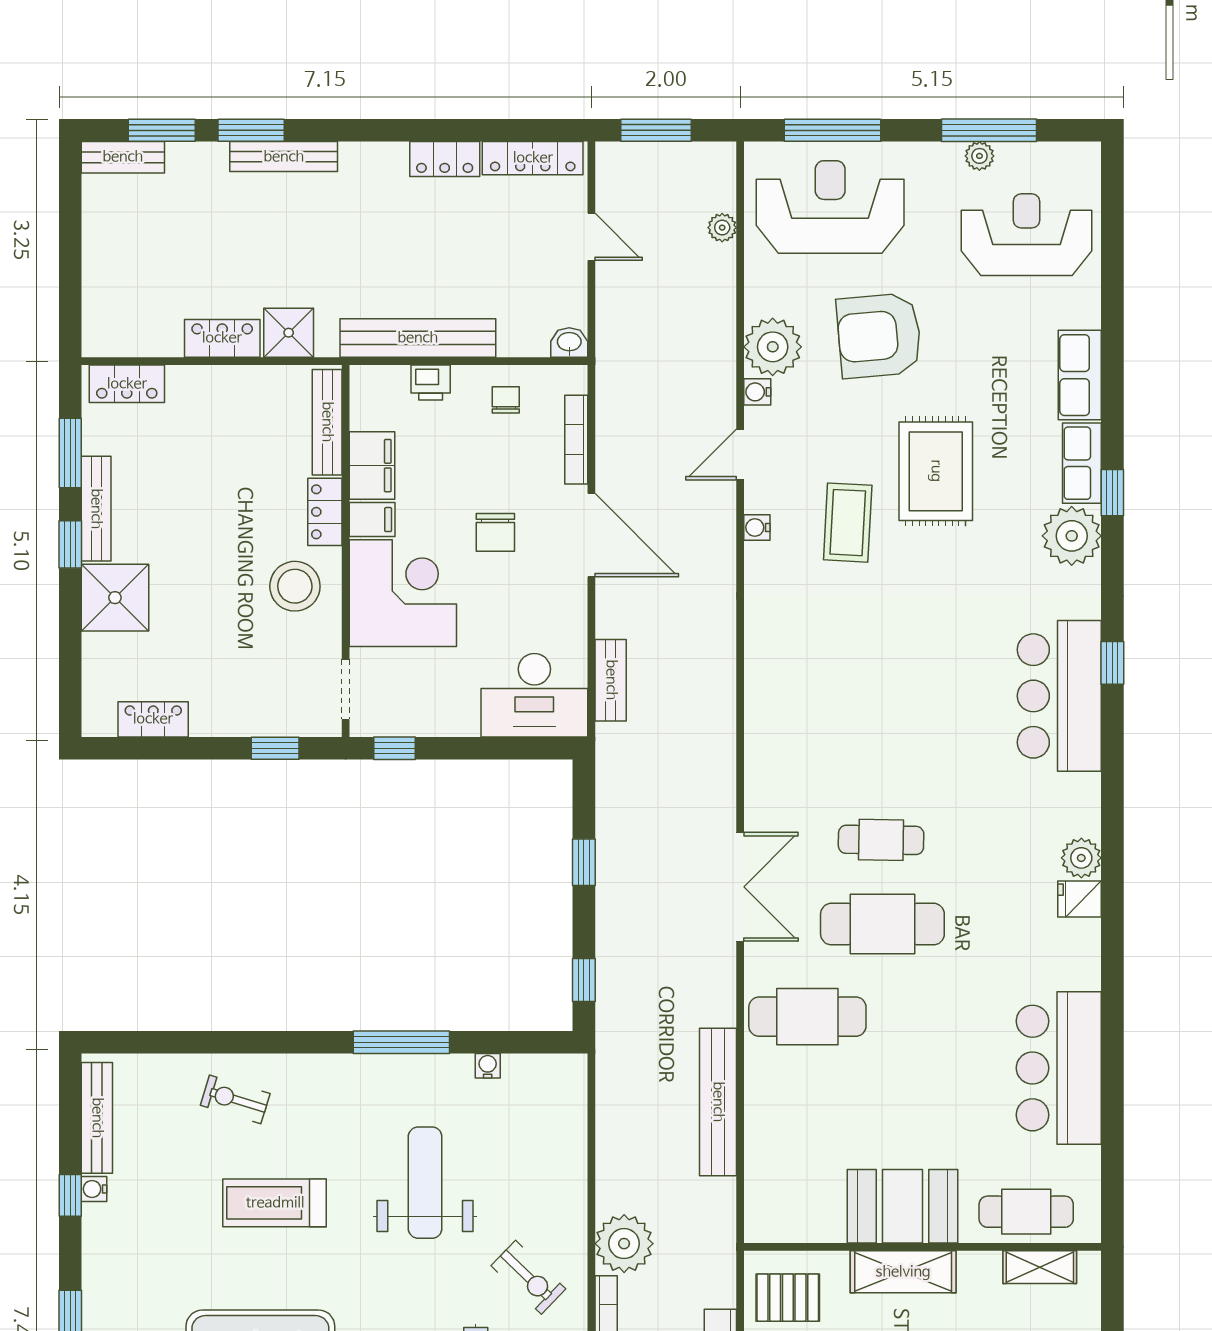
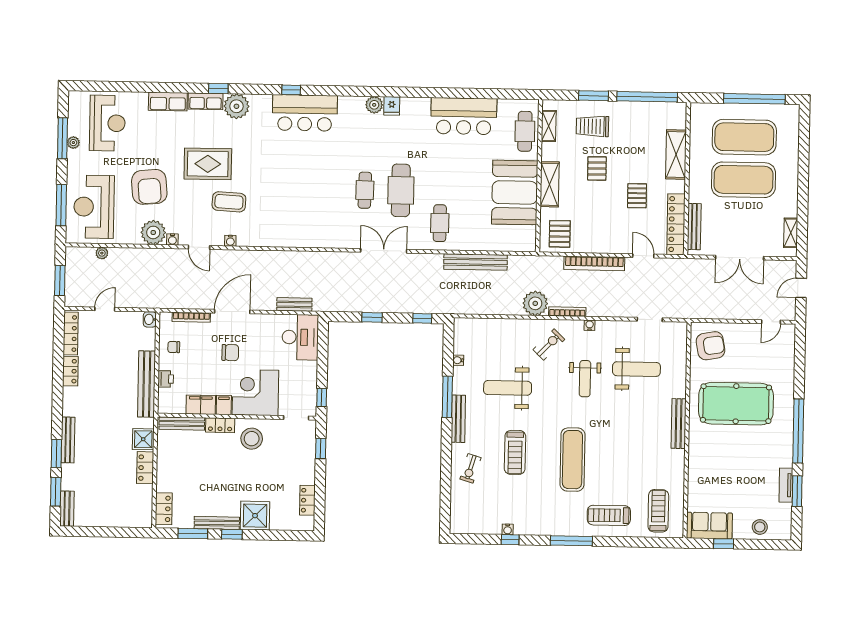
reception desk: (1027, 235) -> (107, 123), turned 180
cafe table: (807, 1017) -> (440, 223), width x0.73, depth x0.74
bench: (97, 1118) -> (458, 419), moved, turned 90
booth: (902, 1206) -> (515, 192), width x1.36, depth x1.42

